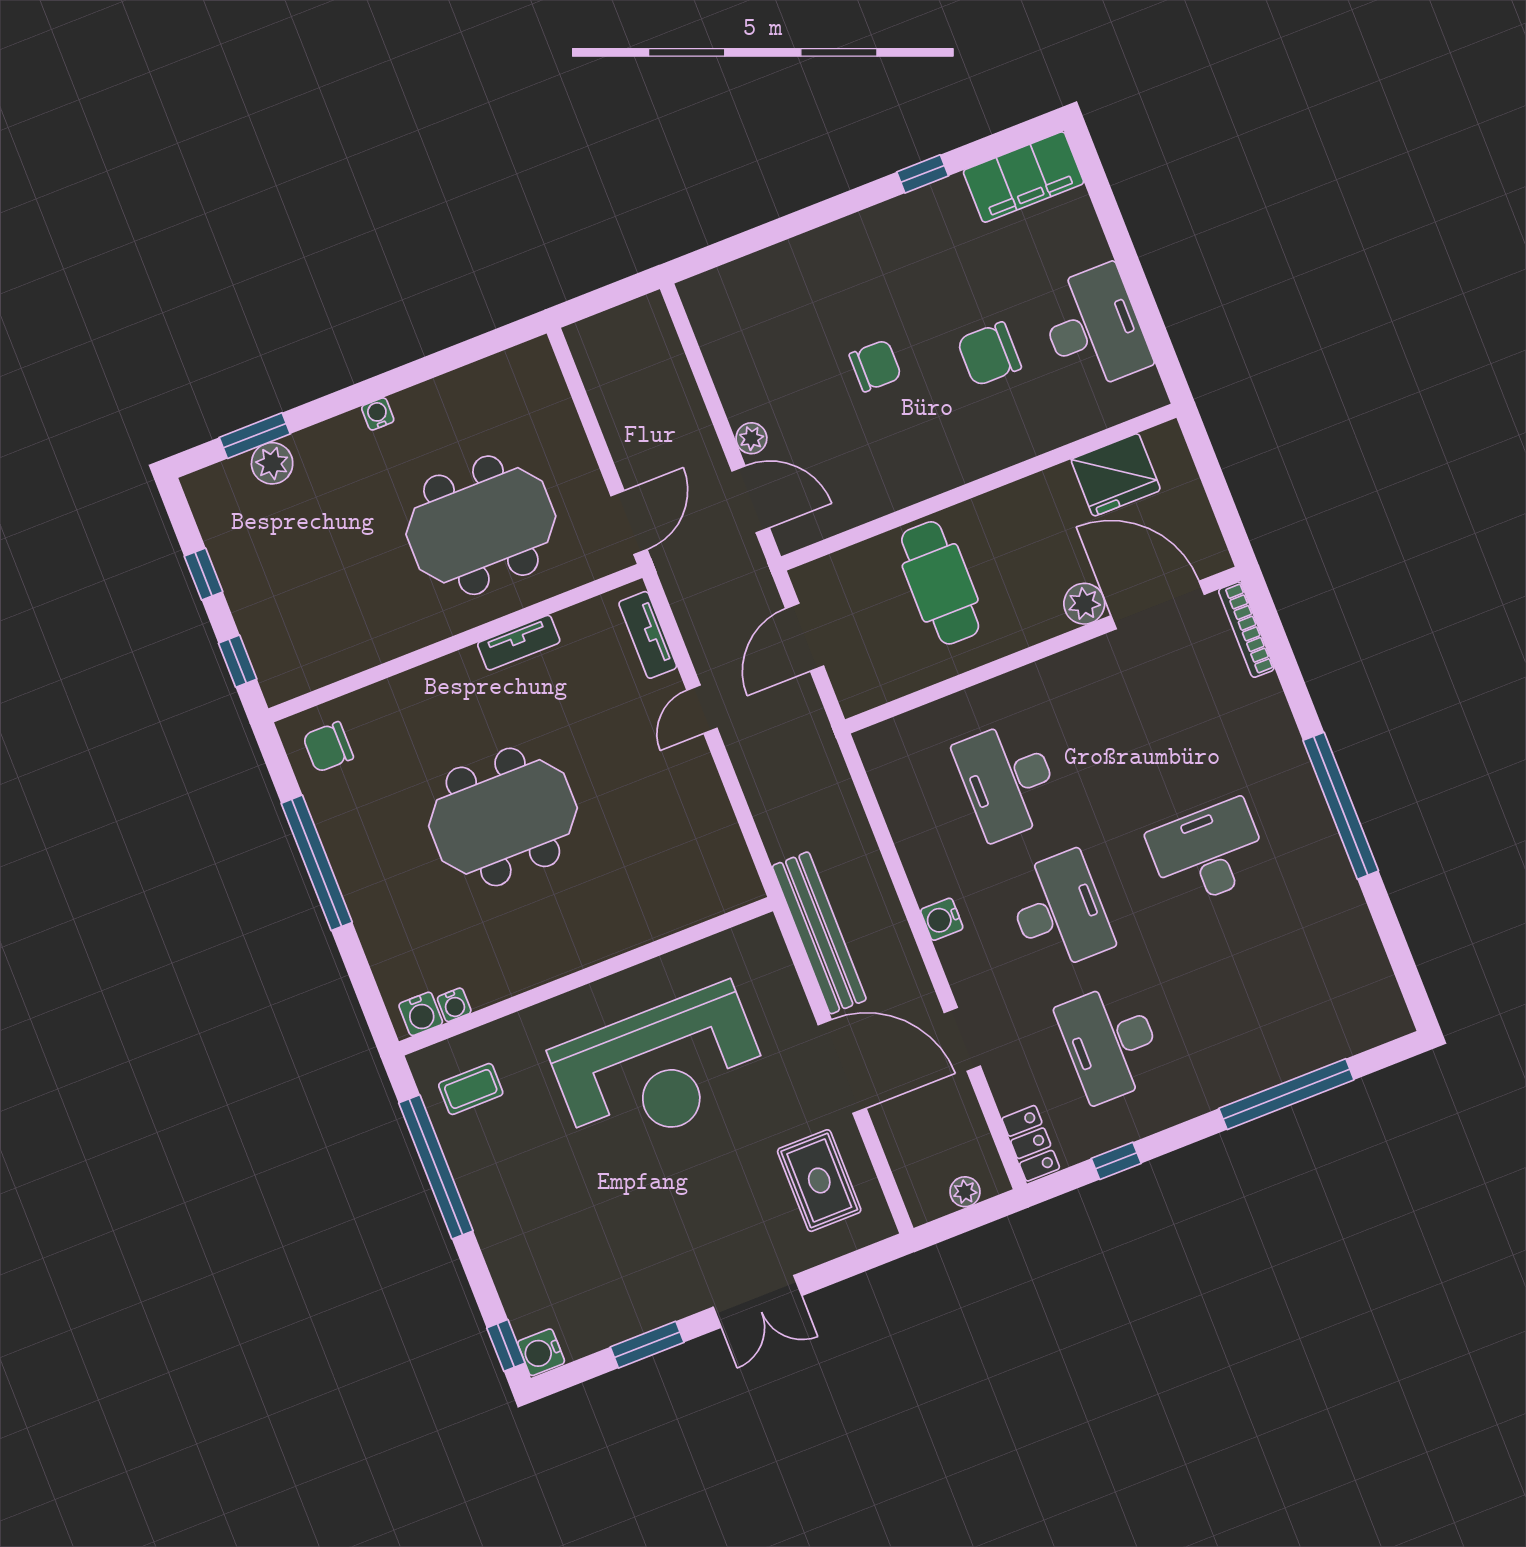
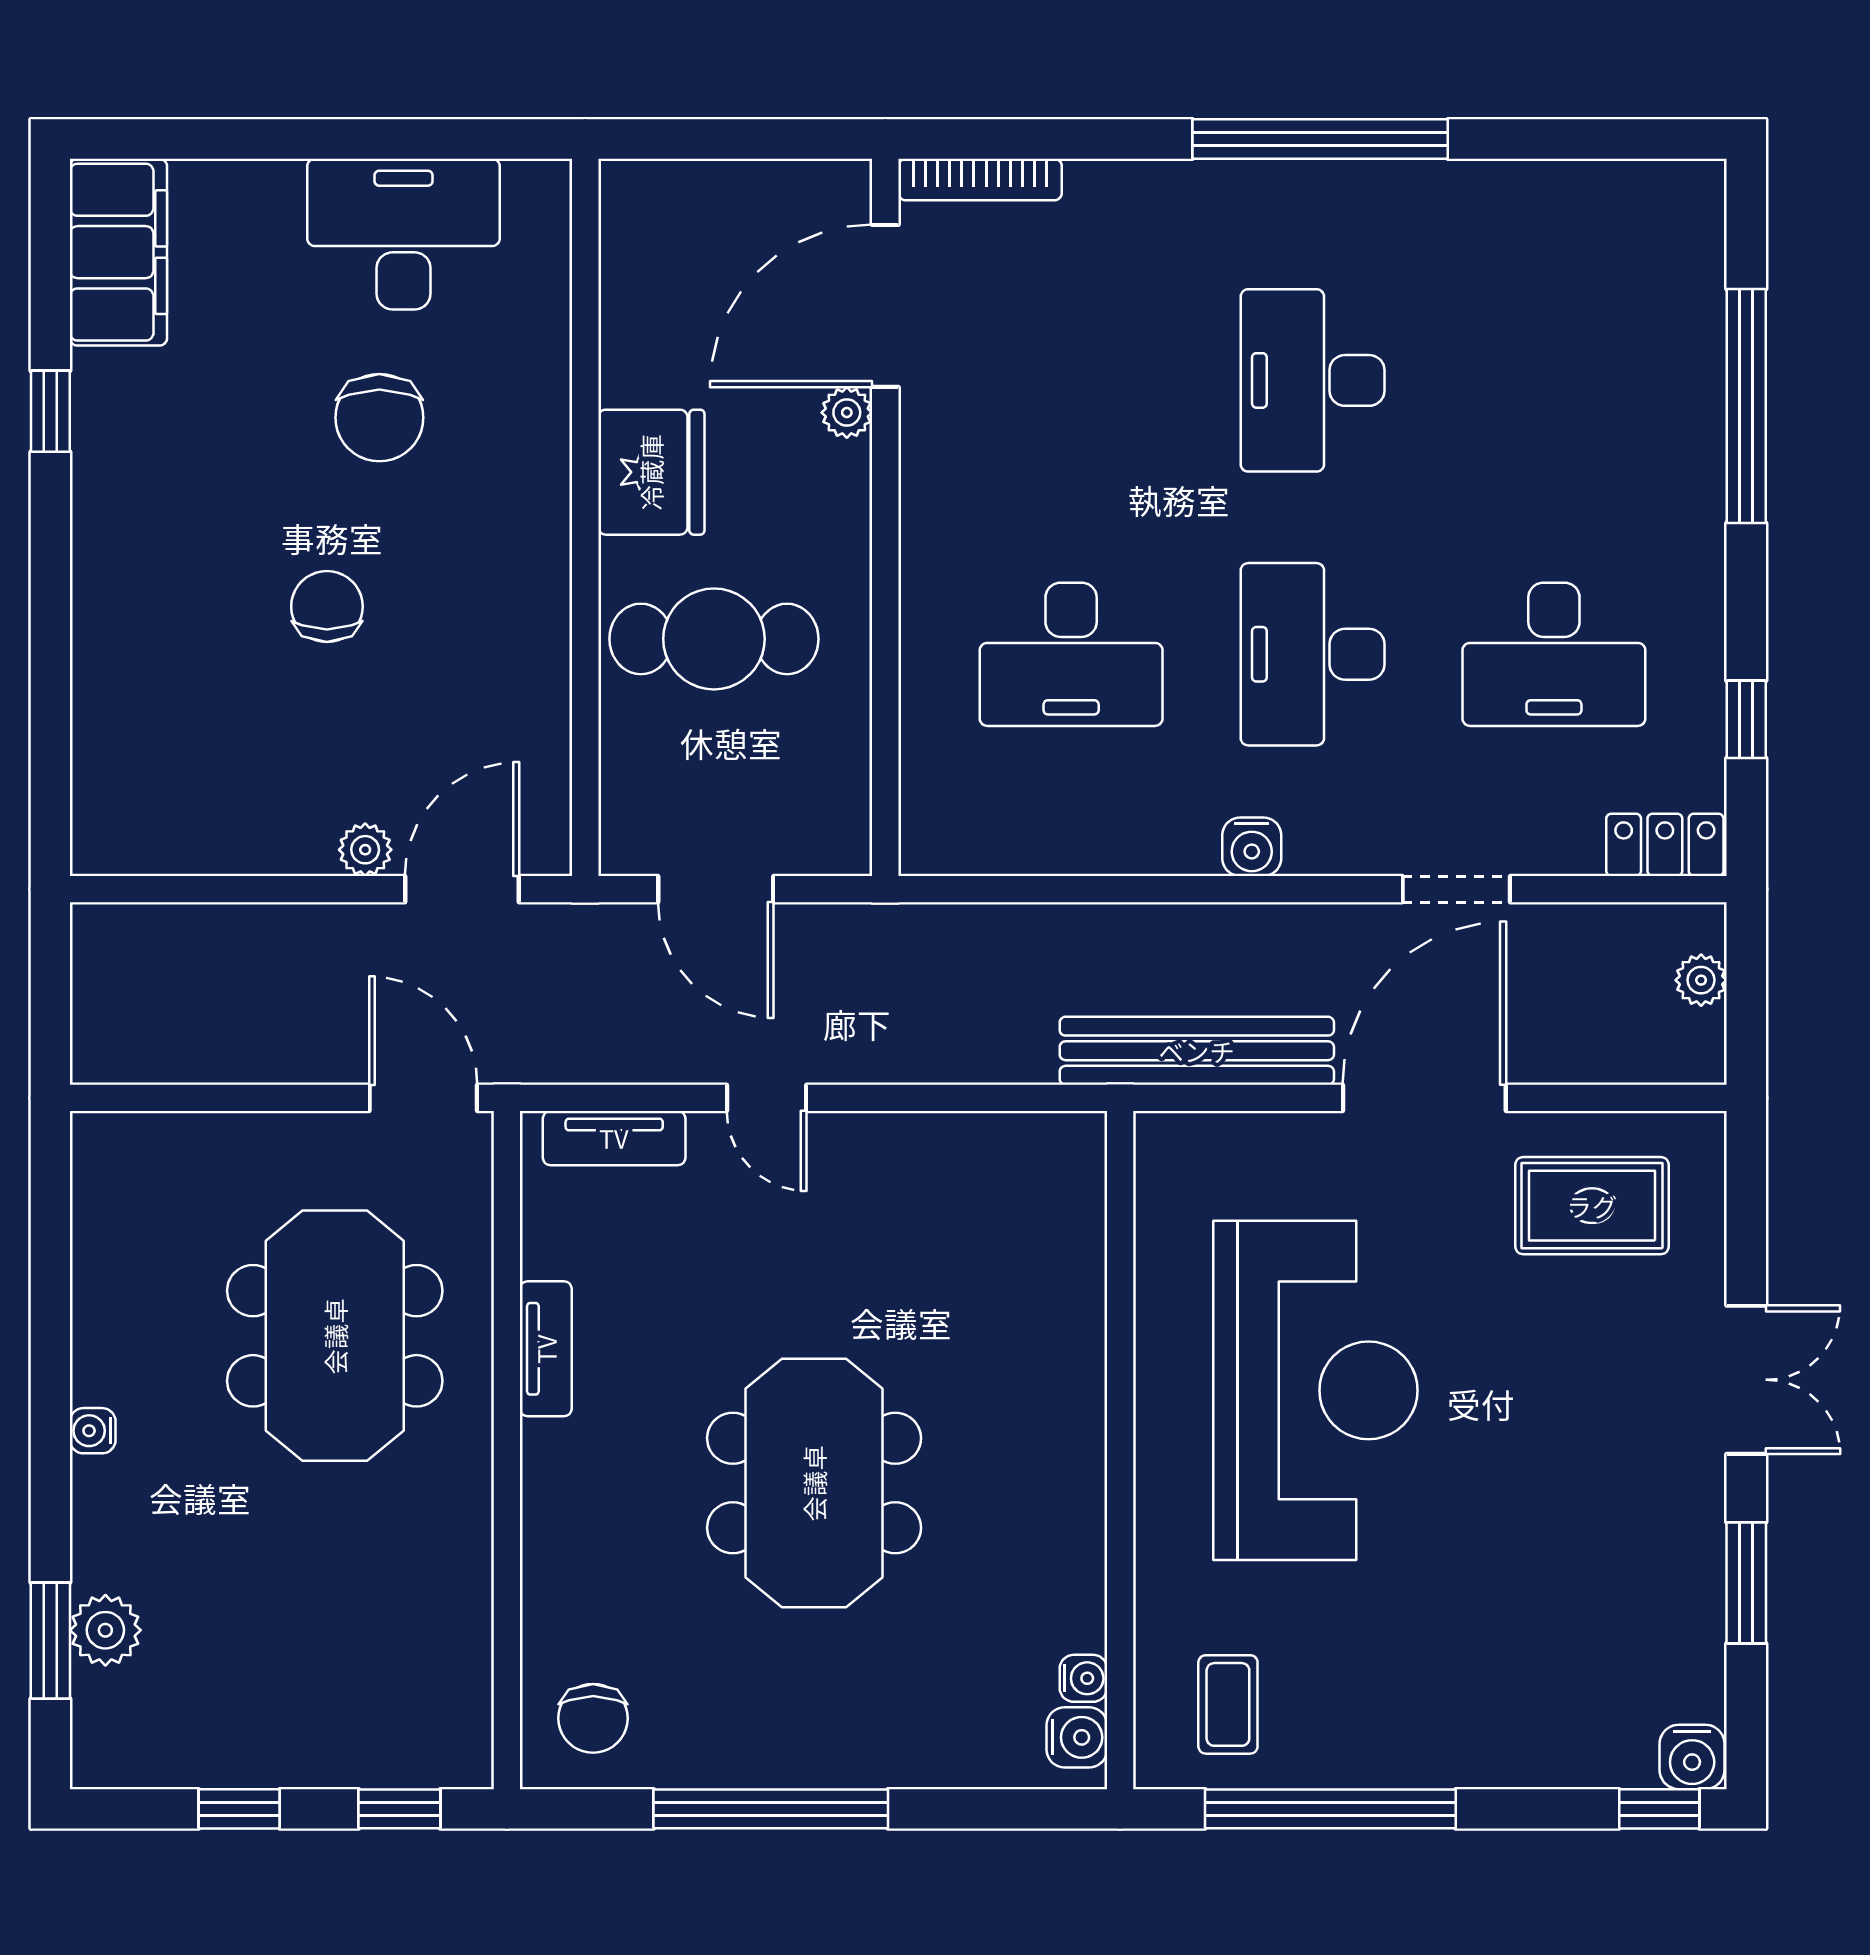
fridge: (1116, 475) -> (651, 472), moved
plant: (1084, 604) -> (847, 413), width x0.73, depth x0.73
desk: (1059, 911) -> (1313, 654), turned -90

